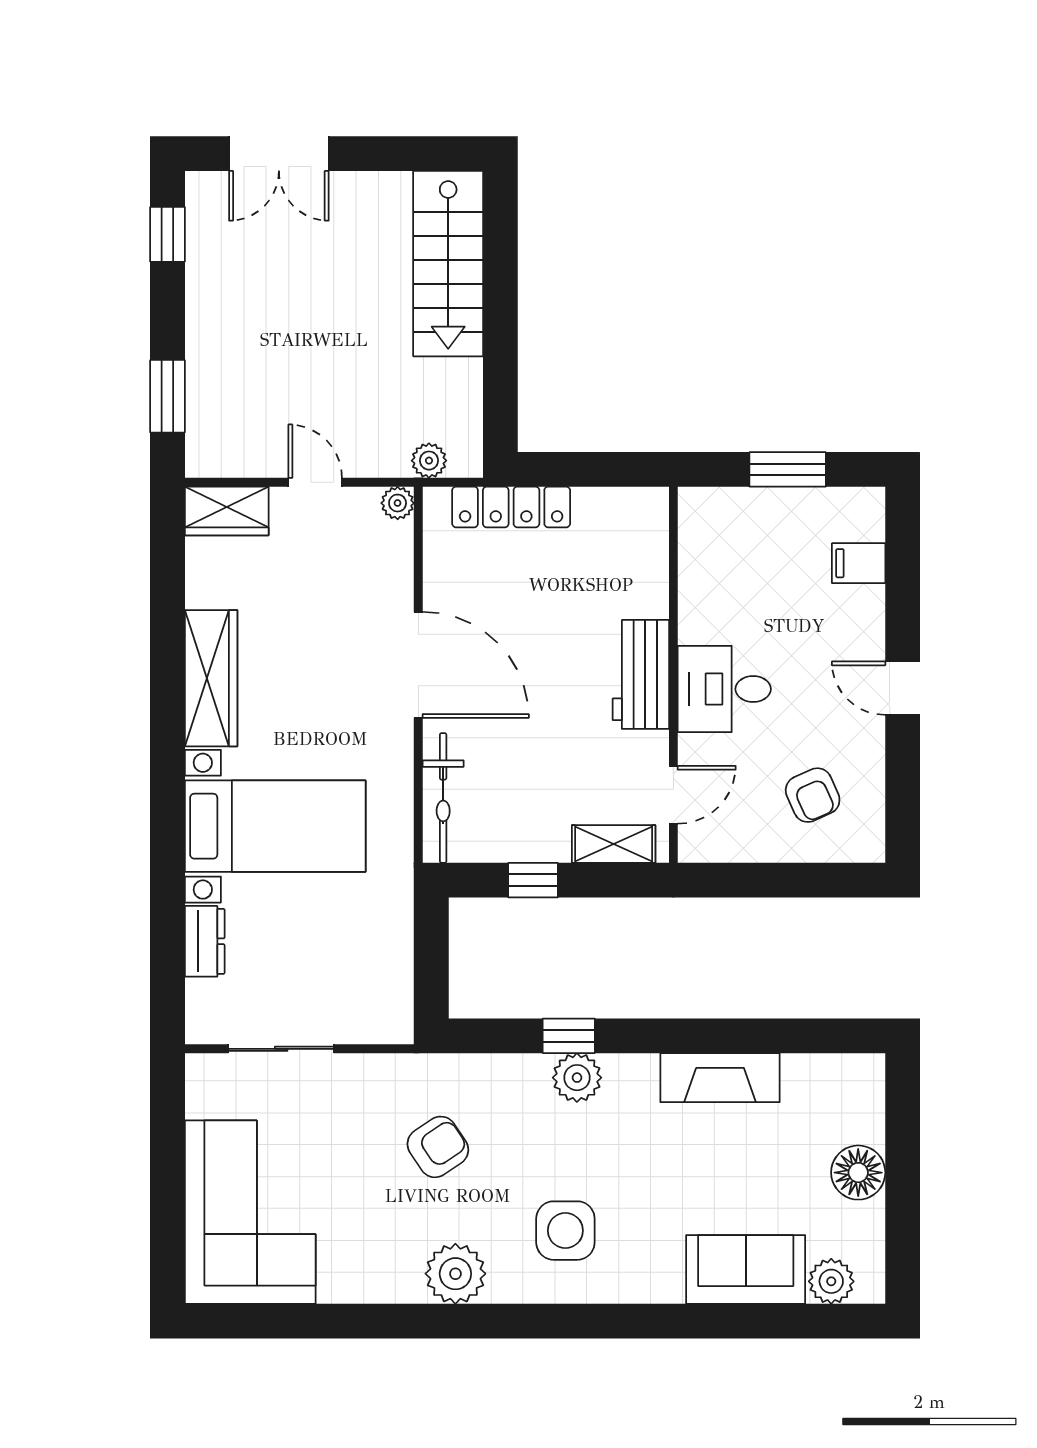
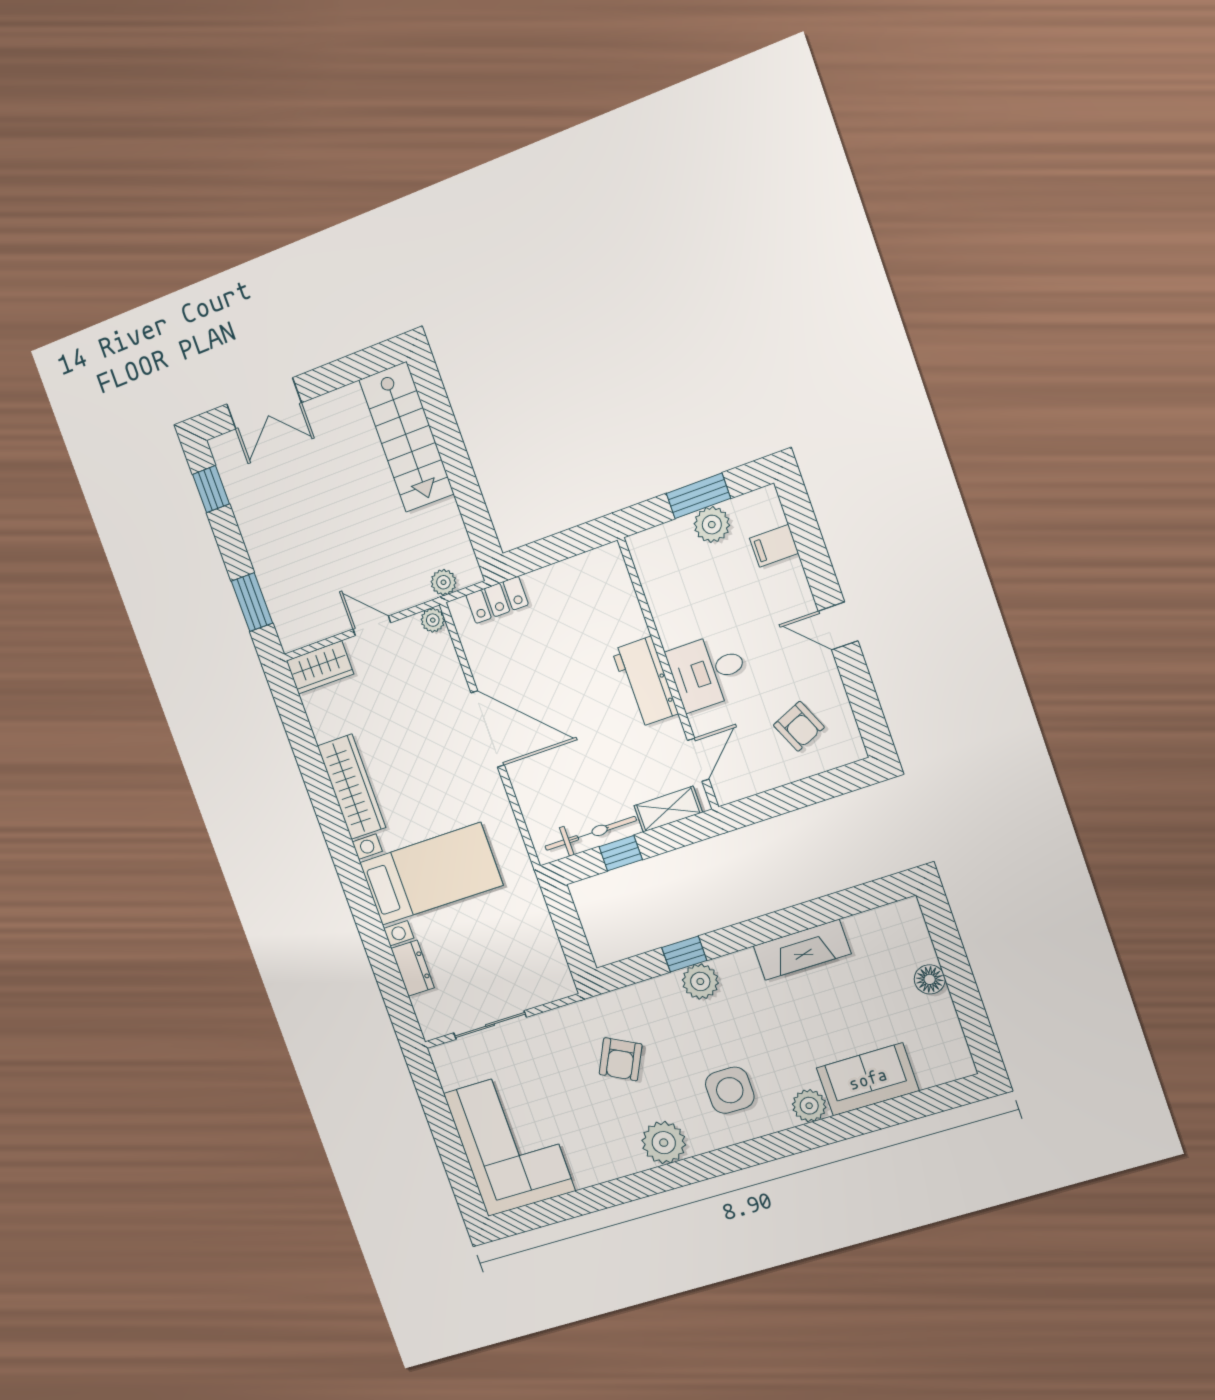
locker: (511, 507) -> (497, 600), width x0.66
plant: (792, 510) -> (712, 525), added
bicycle: (443, 798) -> (591, 833), moved, turned -90
armchair: (438, 1147) -> (621, 1059), turned 151
floor lamp: (858, 1173) -> (930, 979), width x0.73, depth x0.73
plant: (831, 1281) -> (809, 1106), moved

